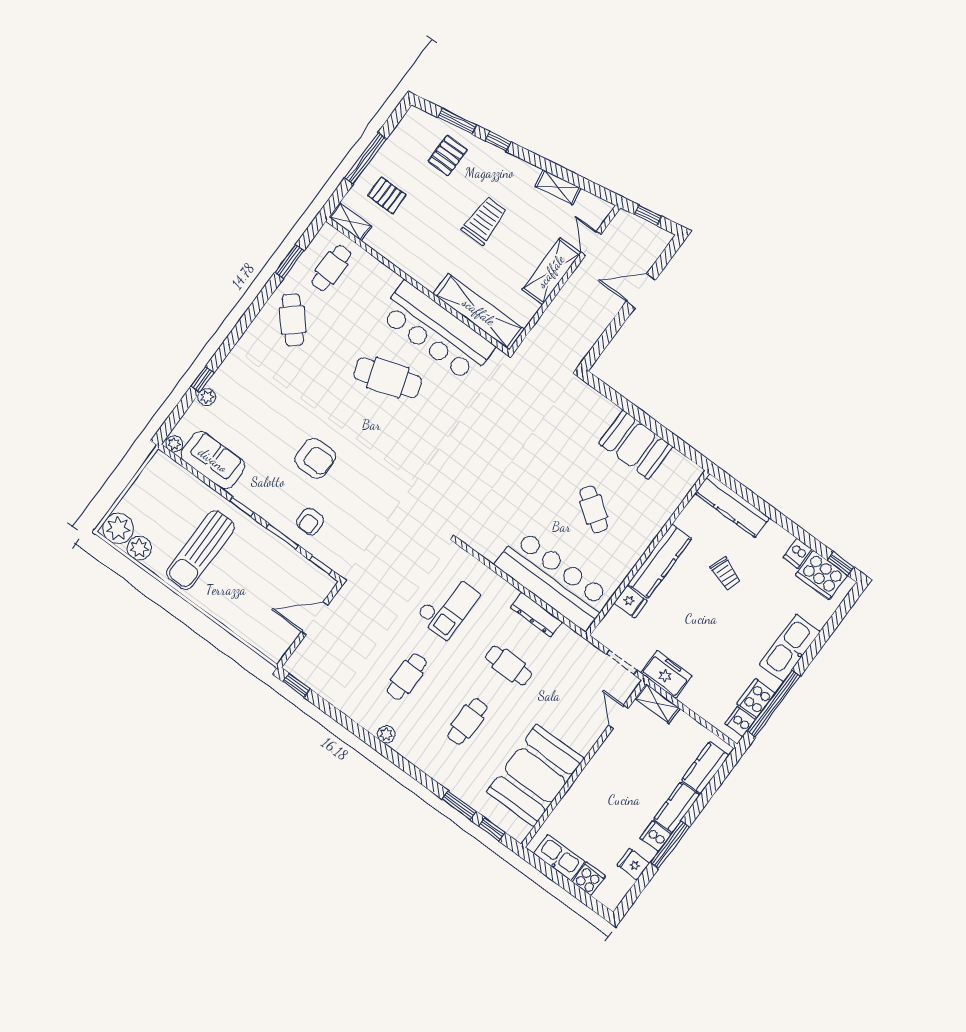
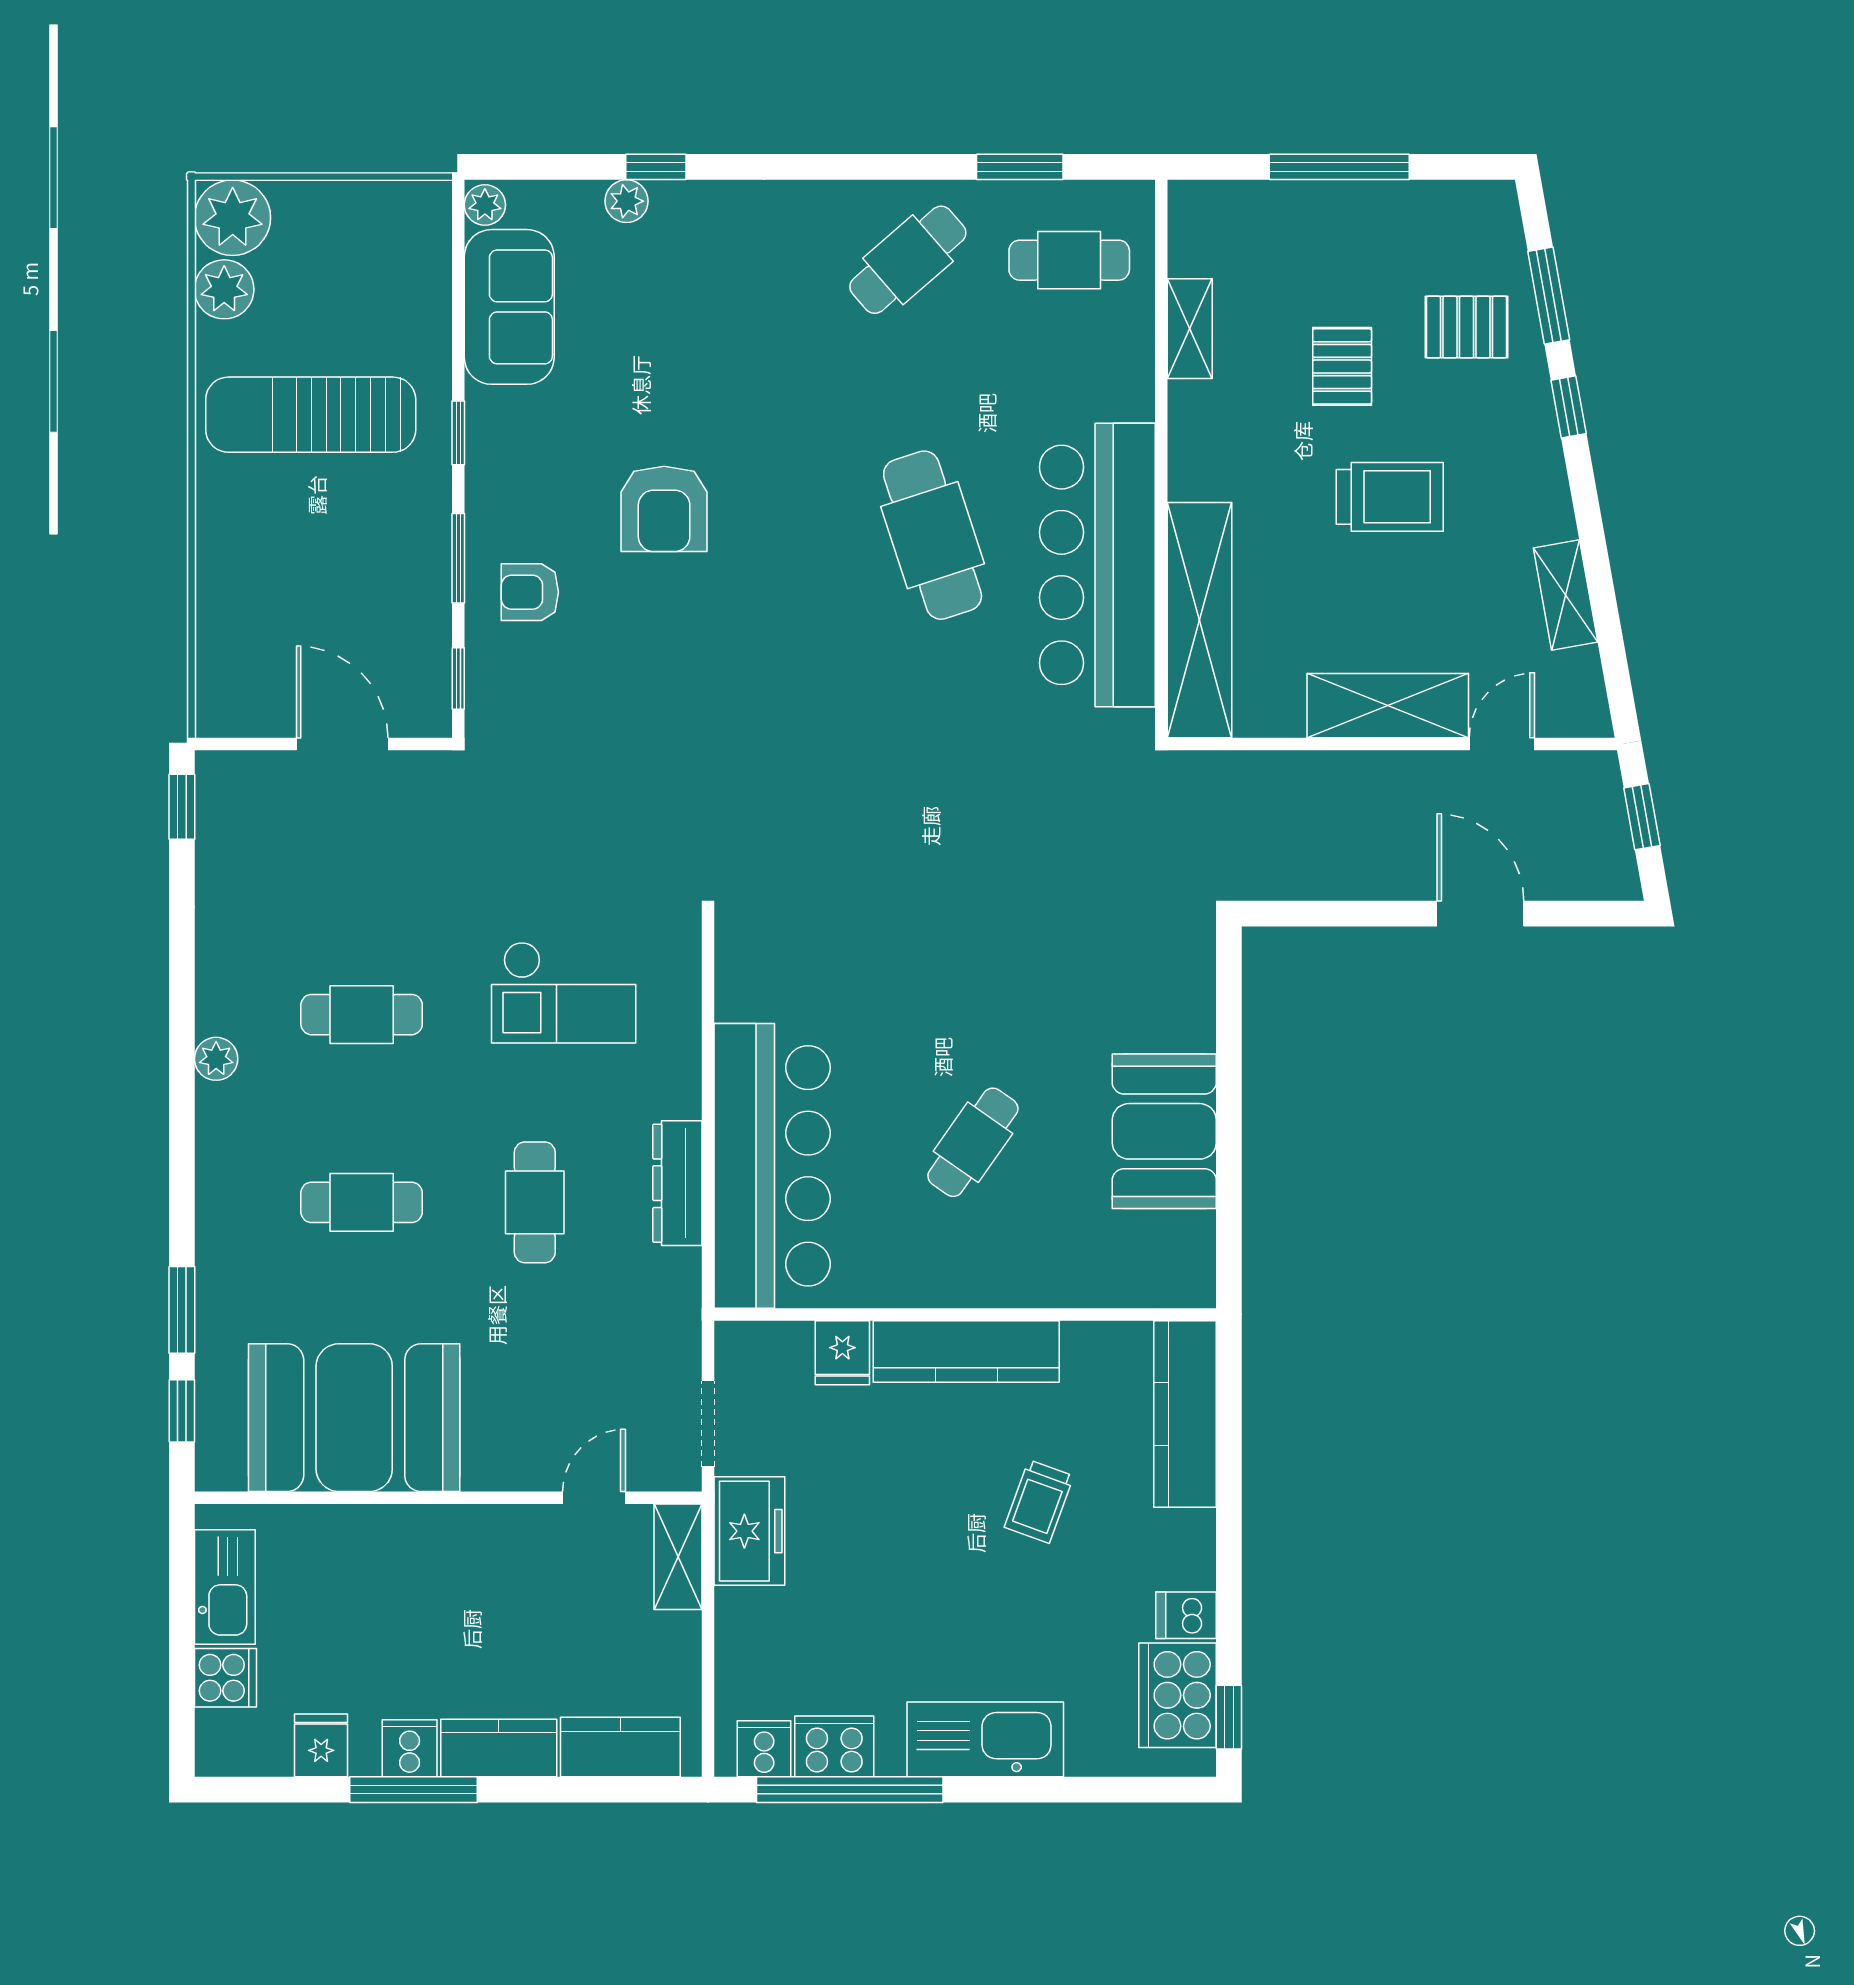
pallet: (387, 195) -> (1342, 366), moved
shelving: (350, 222) -> (1190, 329), moved

